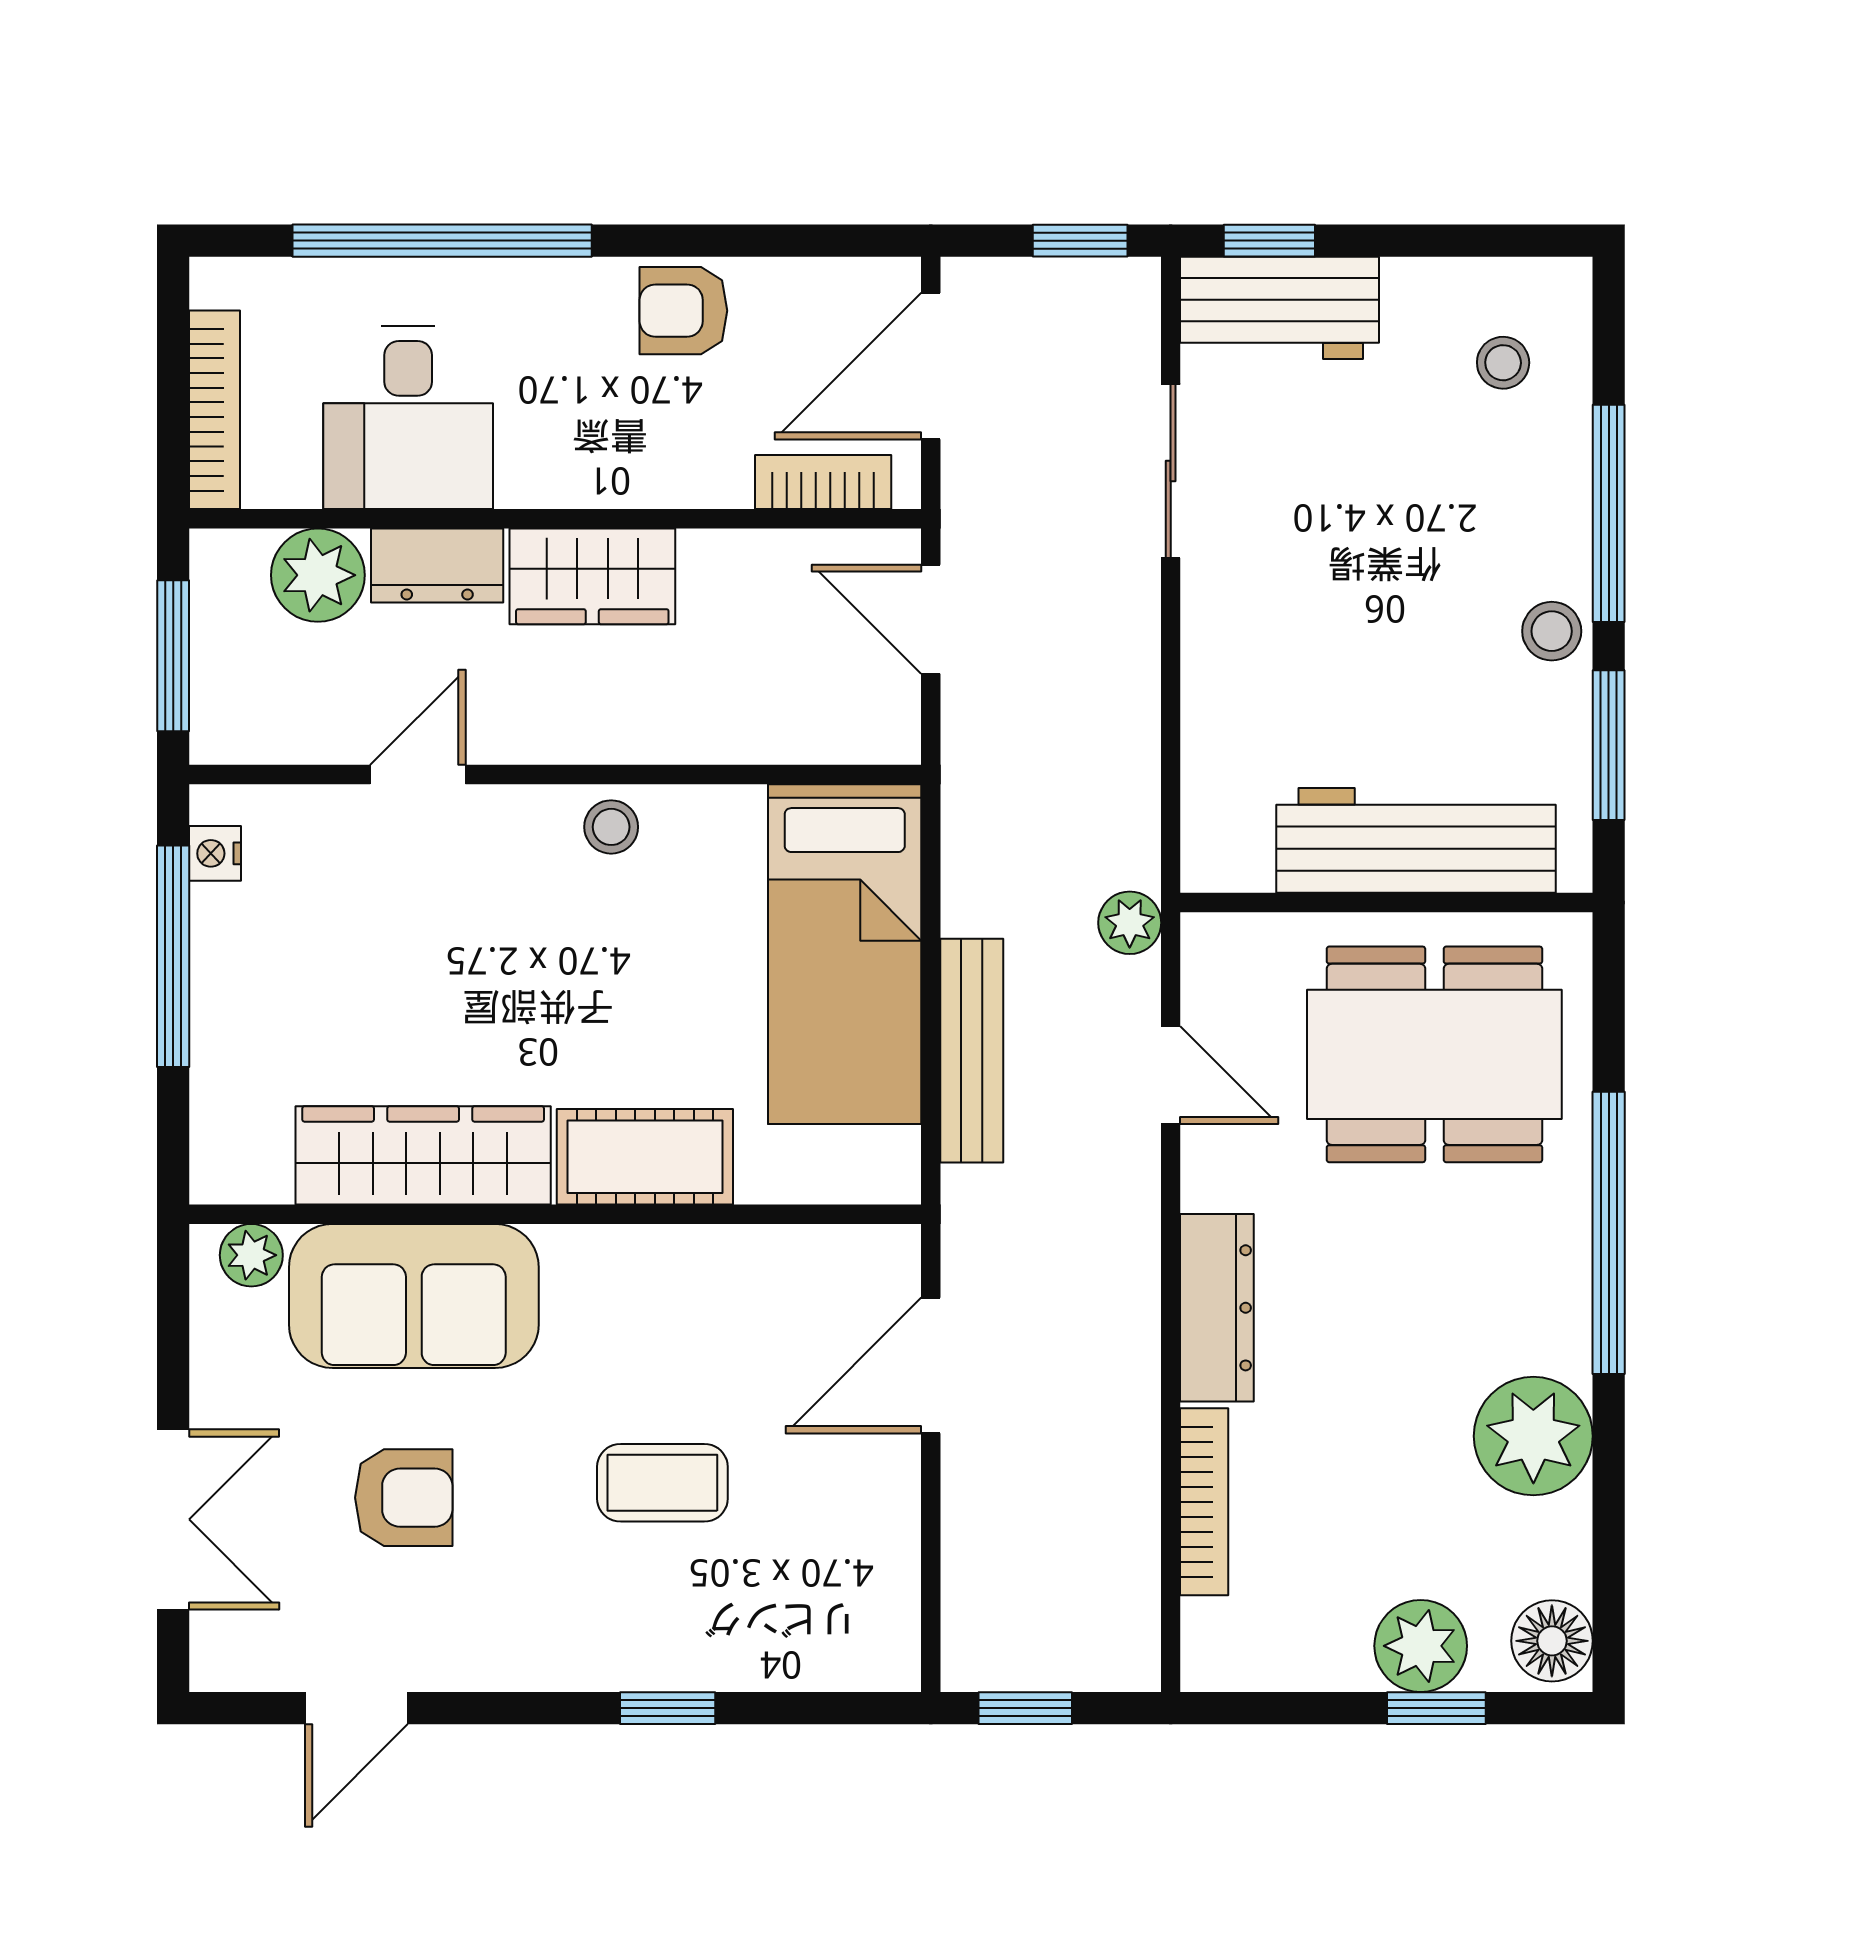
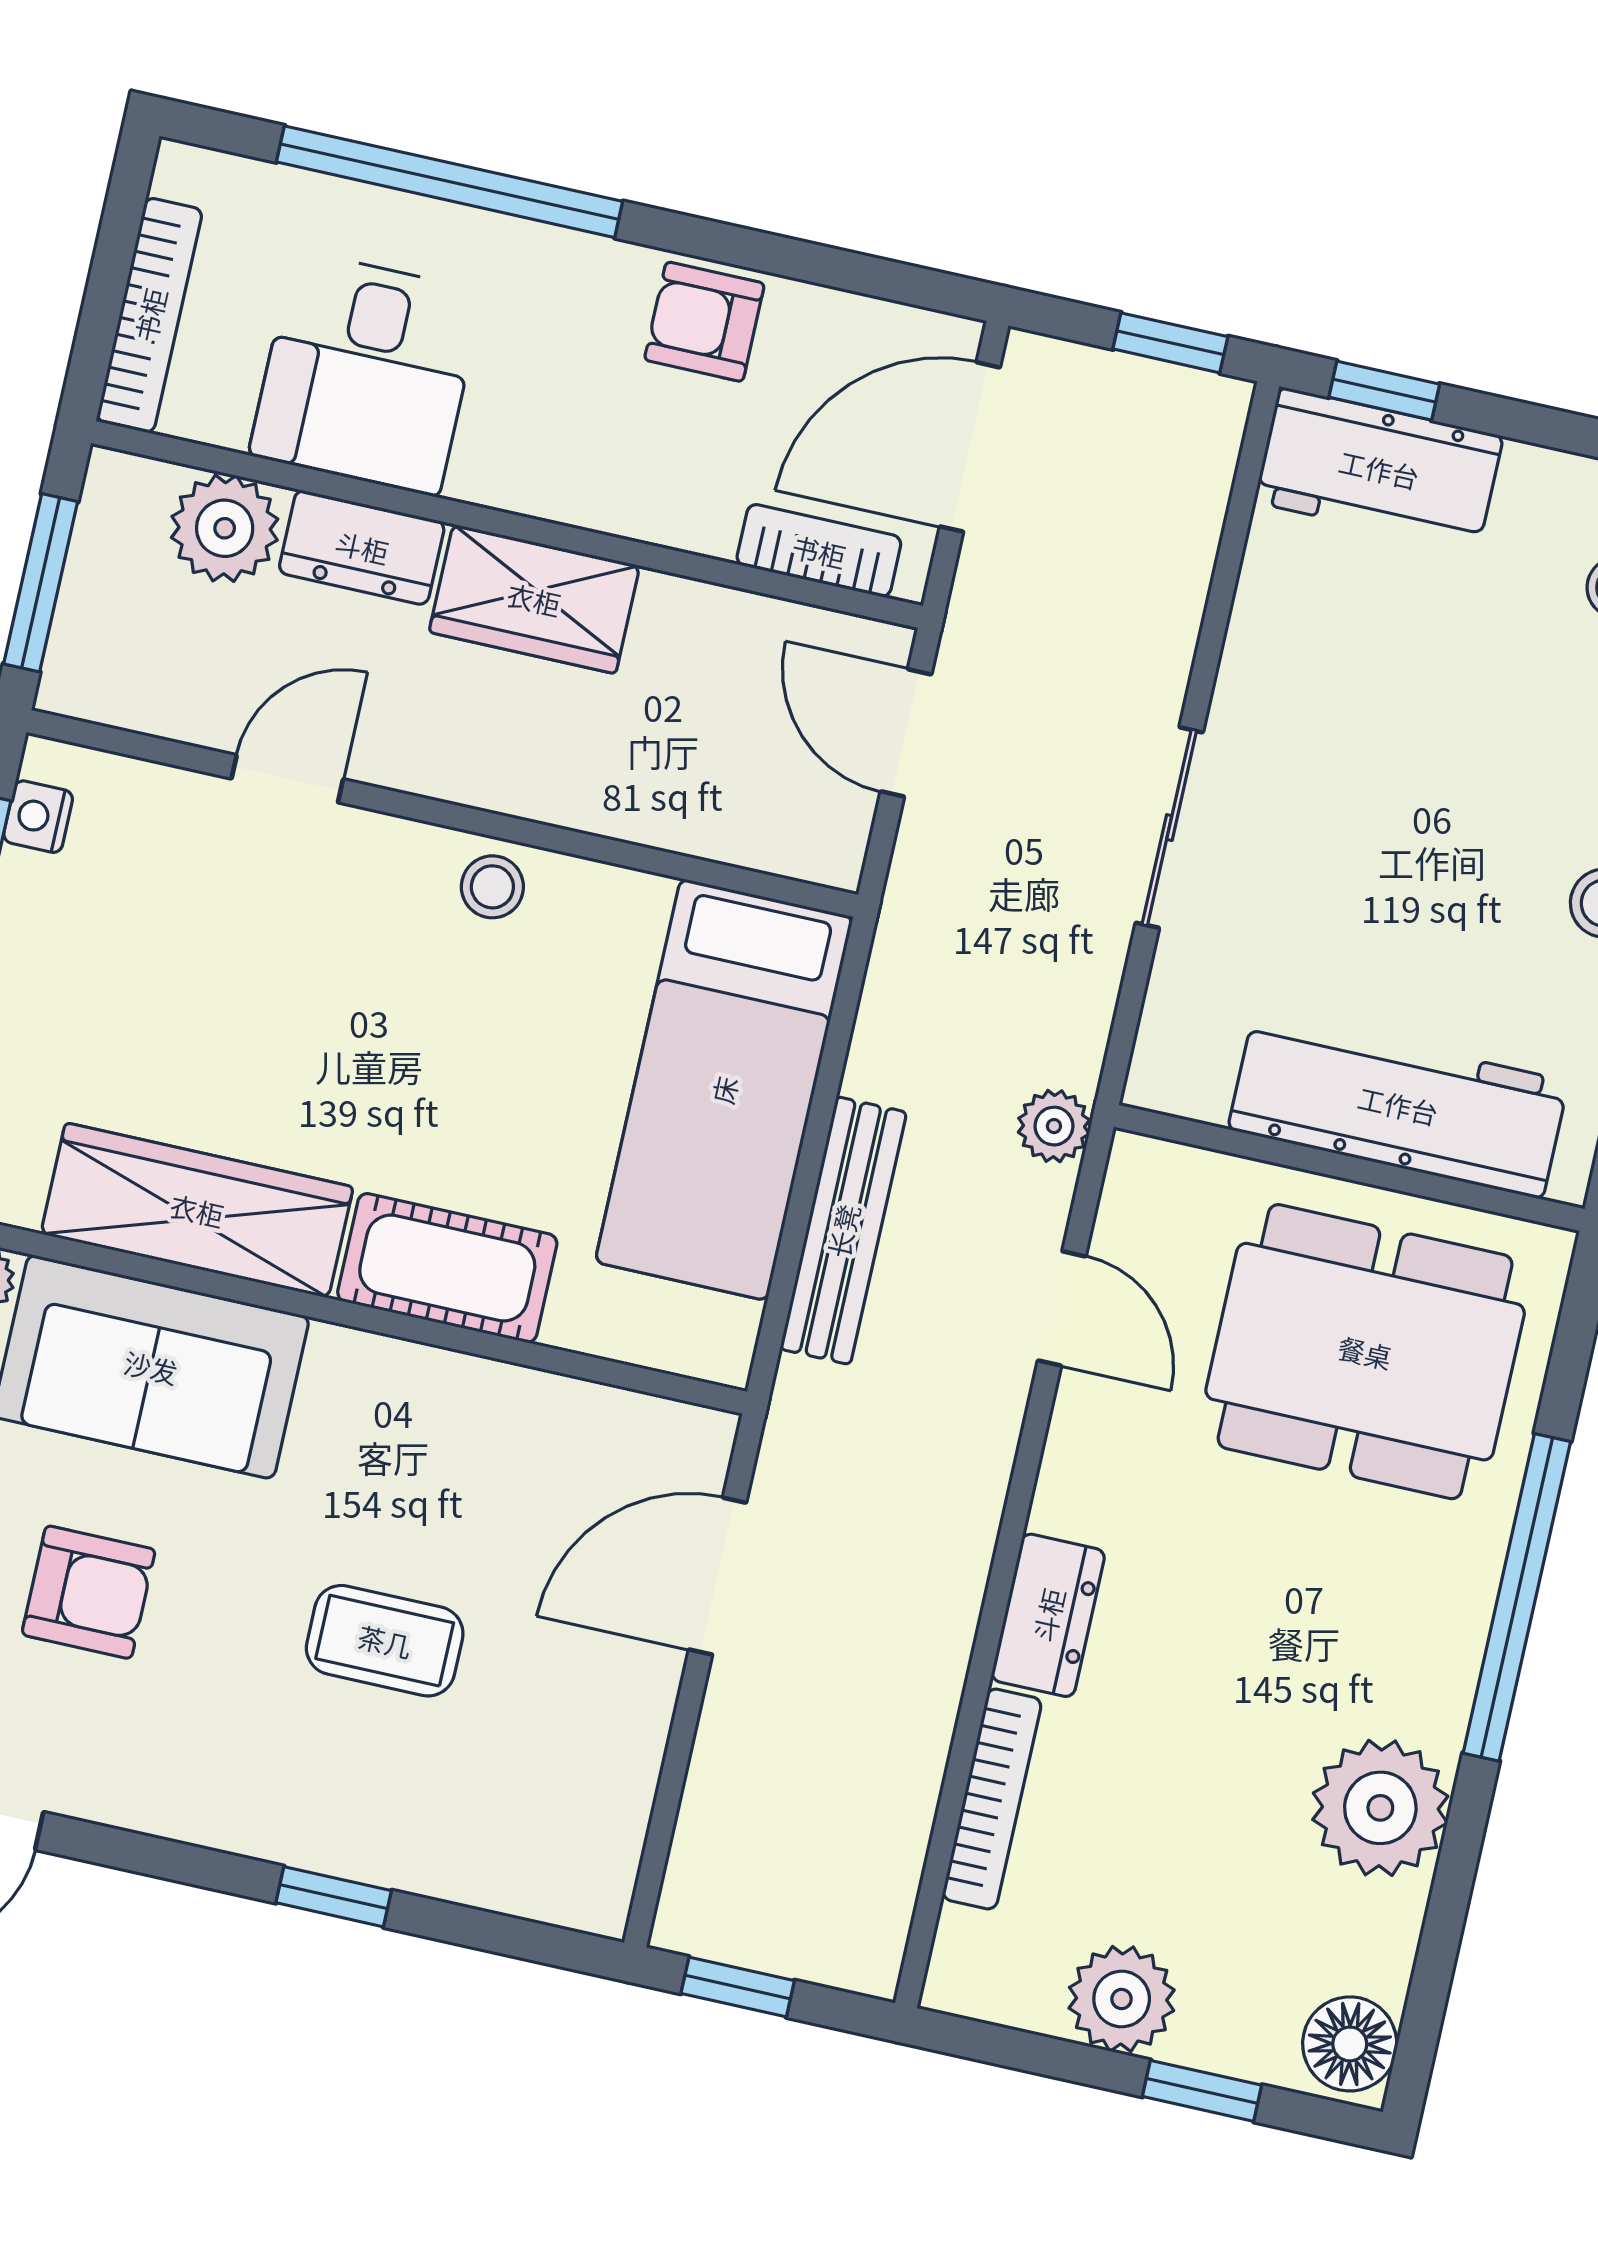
sliding door: (1171, 471) -> (1169, 828), moved
dresser: (1217, 1308) -> (1048, 1615), width x0.70
plant: (1421, 1646) -> (1122, 1999), moved

